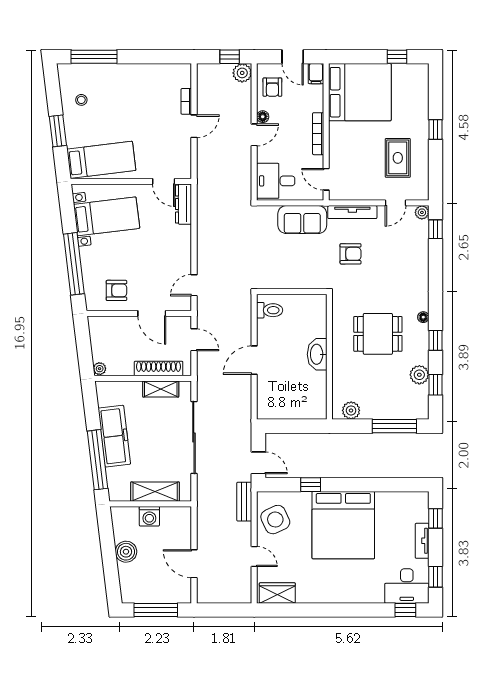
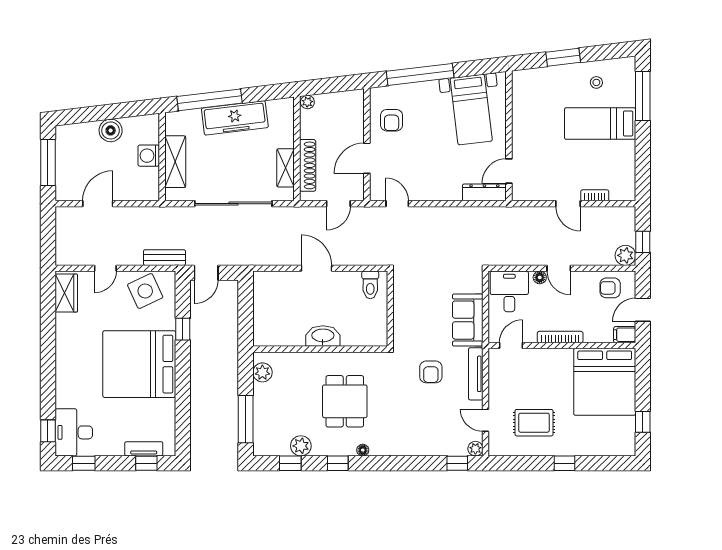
floor lamp: (263, 117) -> (540, 277), moved
bed: (101, 160) -> (600, 124), moved, turned 97
tv unit: (422, 541) -> (144, 449), moved

